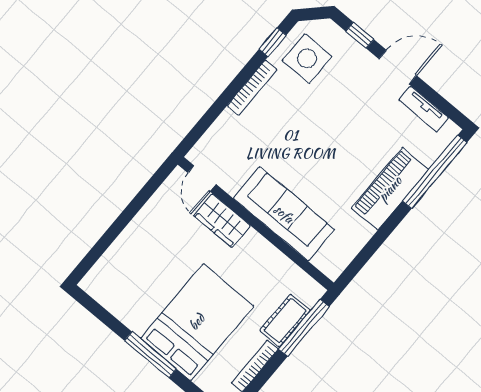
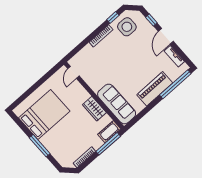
door: (398, 67) -> (166, 36), swing flipped
sofa: (284, 214) -> (117, 104), moved
wardrobe: (222, 221) -> (94, 109), moved
cot: (285, 321) -> (109, 132), moved
bed: (197, 322) -> (44, 115), moved

